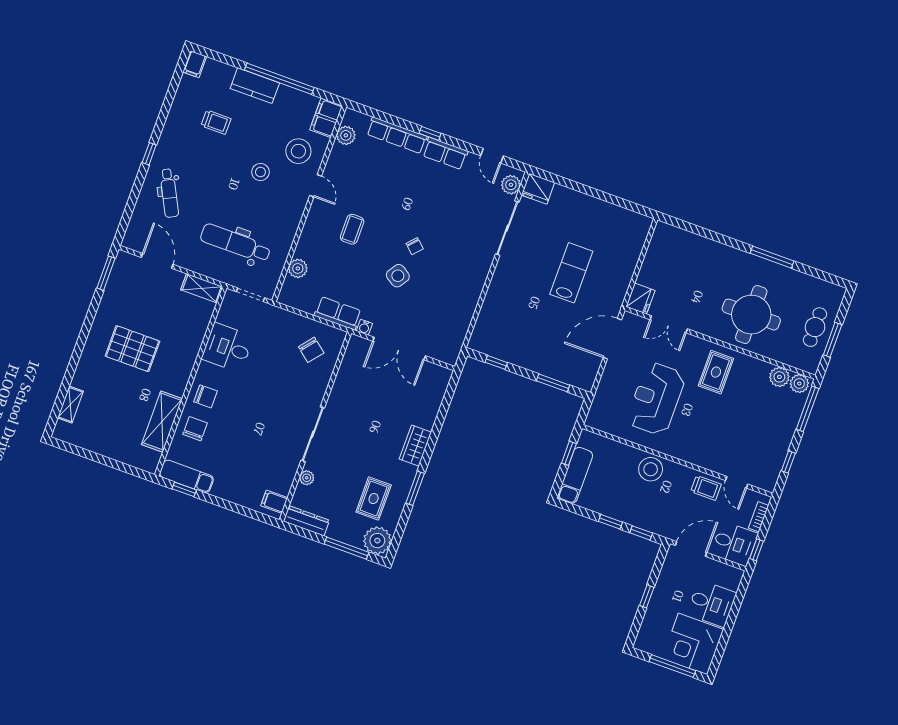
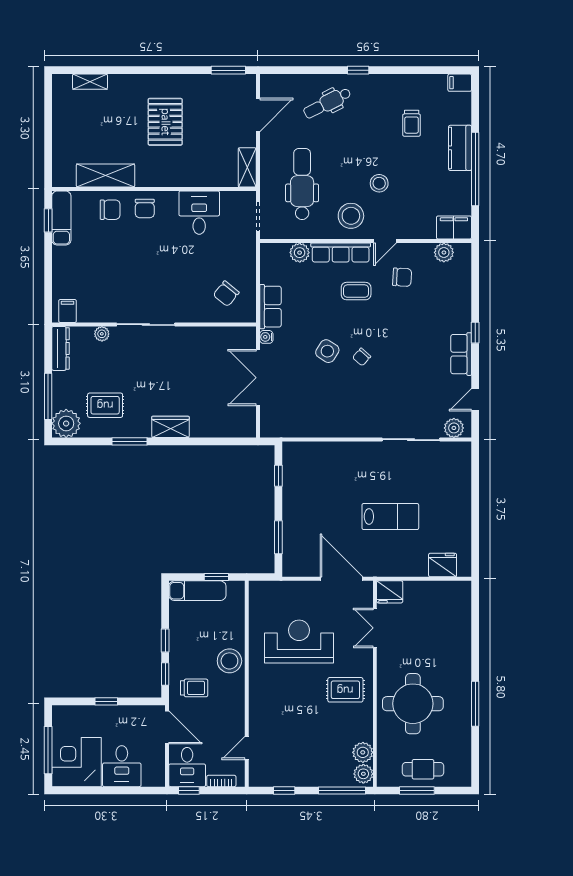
row of seats: (397, 135) -> (341, 252), moved, turned -90
stool: (298, 151) -> (351, 216), moved
chair: (355, 182) -> (402, 277), added
fridge: (538, 189) -> (443, 565), moved, turned 90
trolley: (706, 488) -> (194, 688), moved, turned -90

